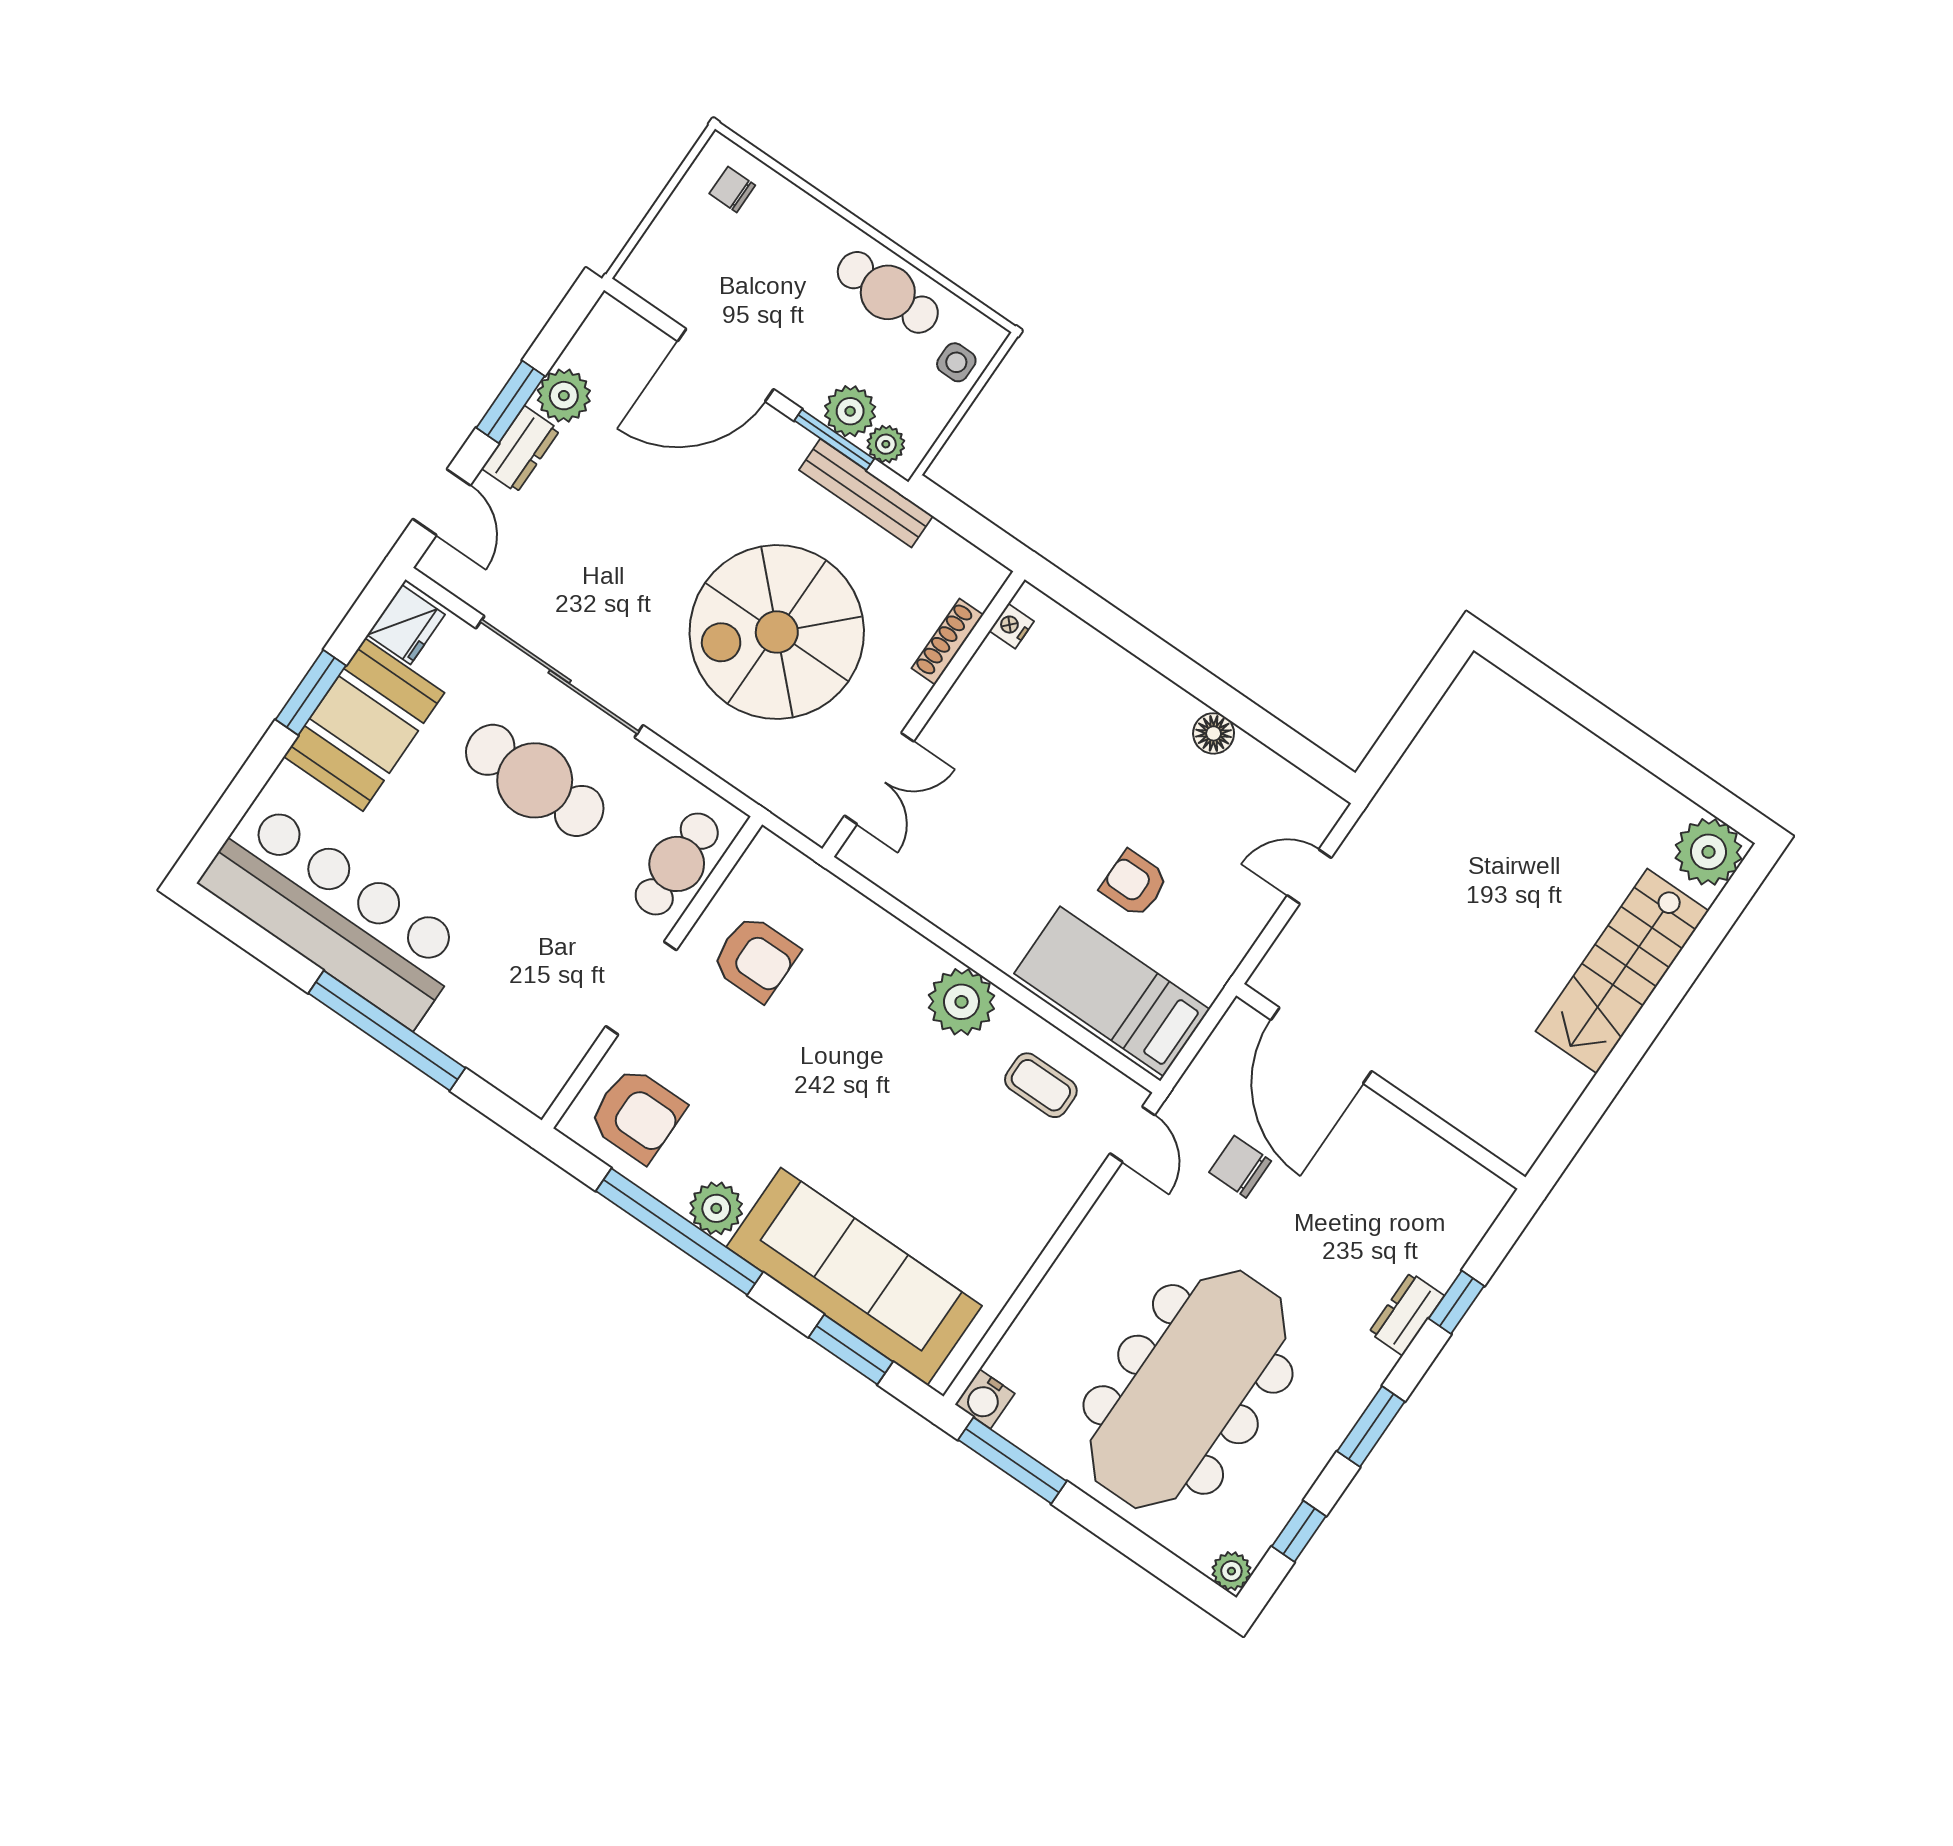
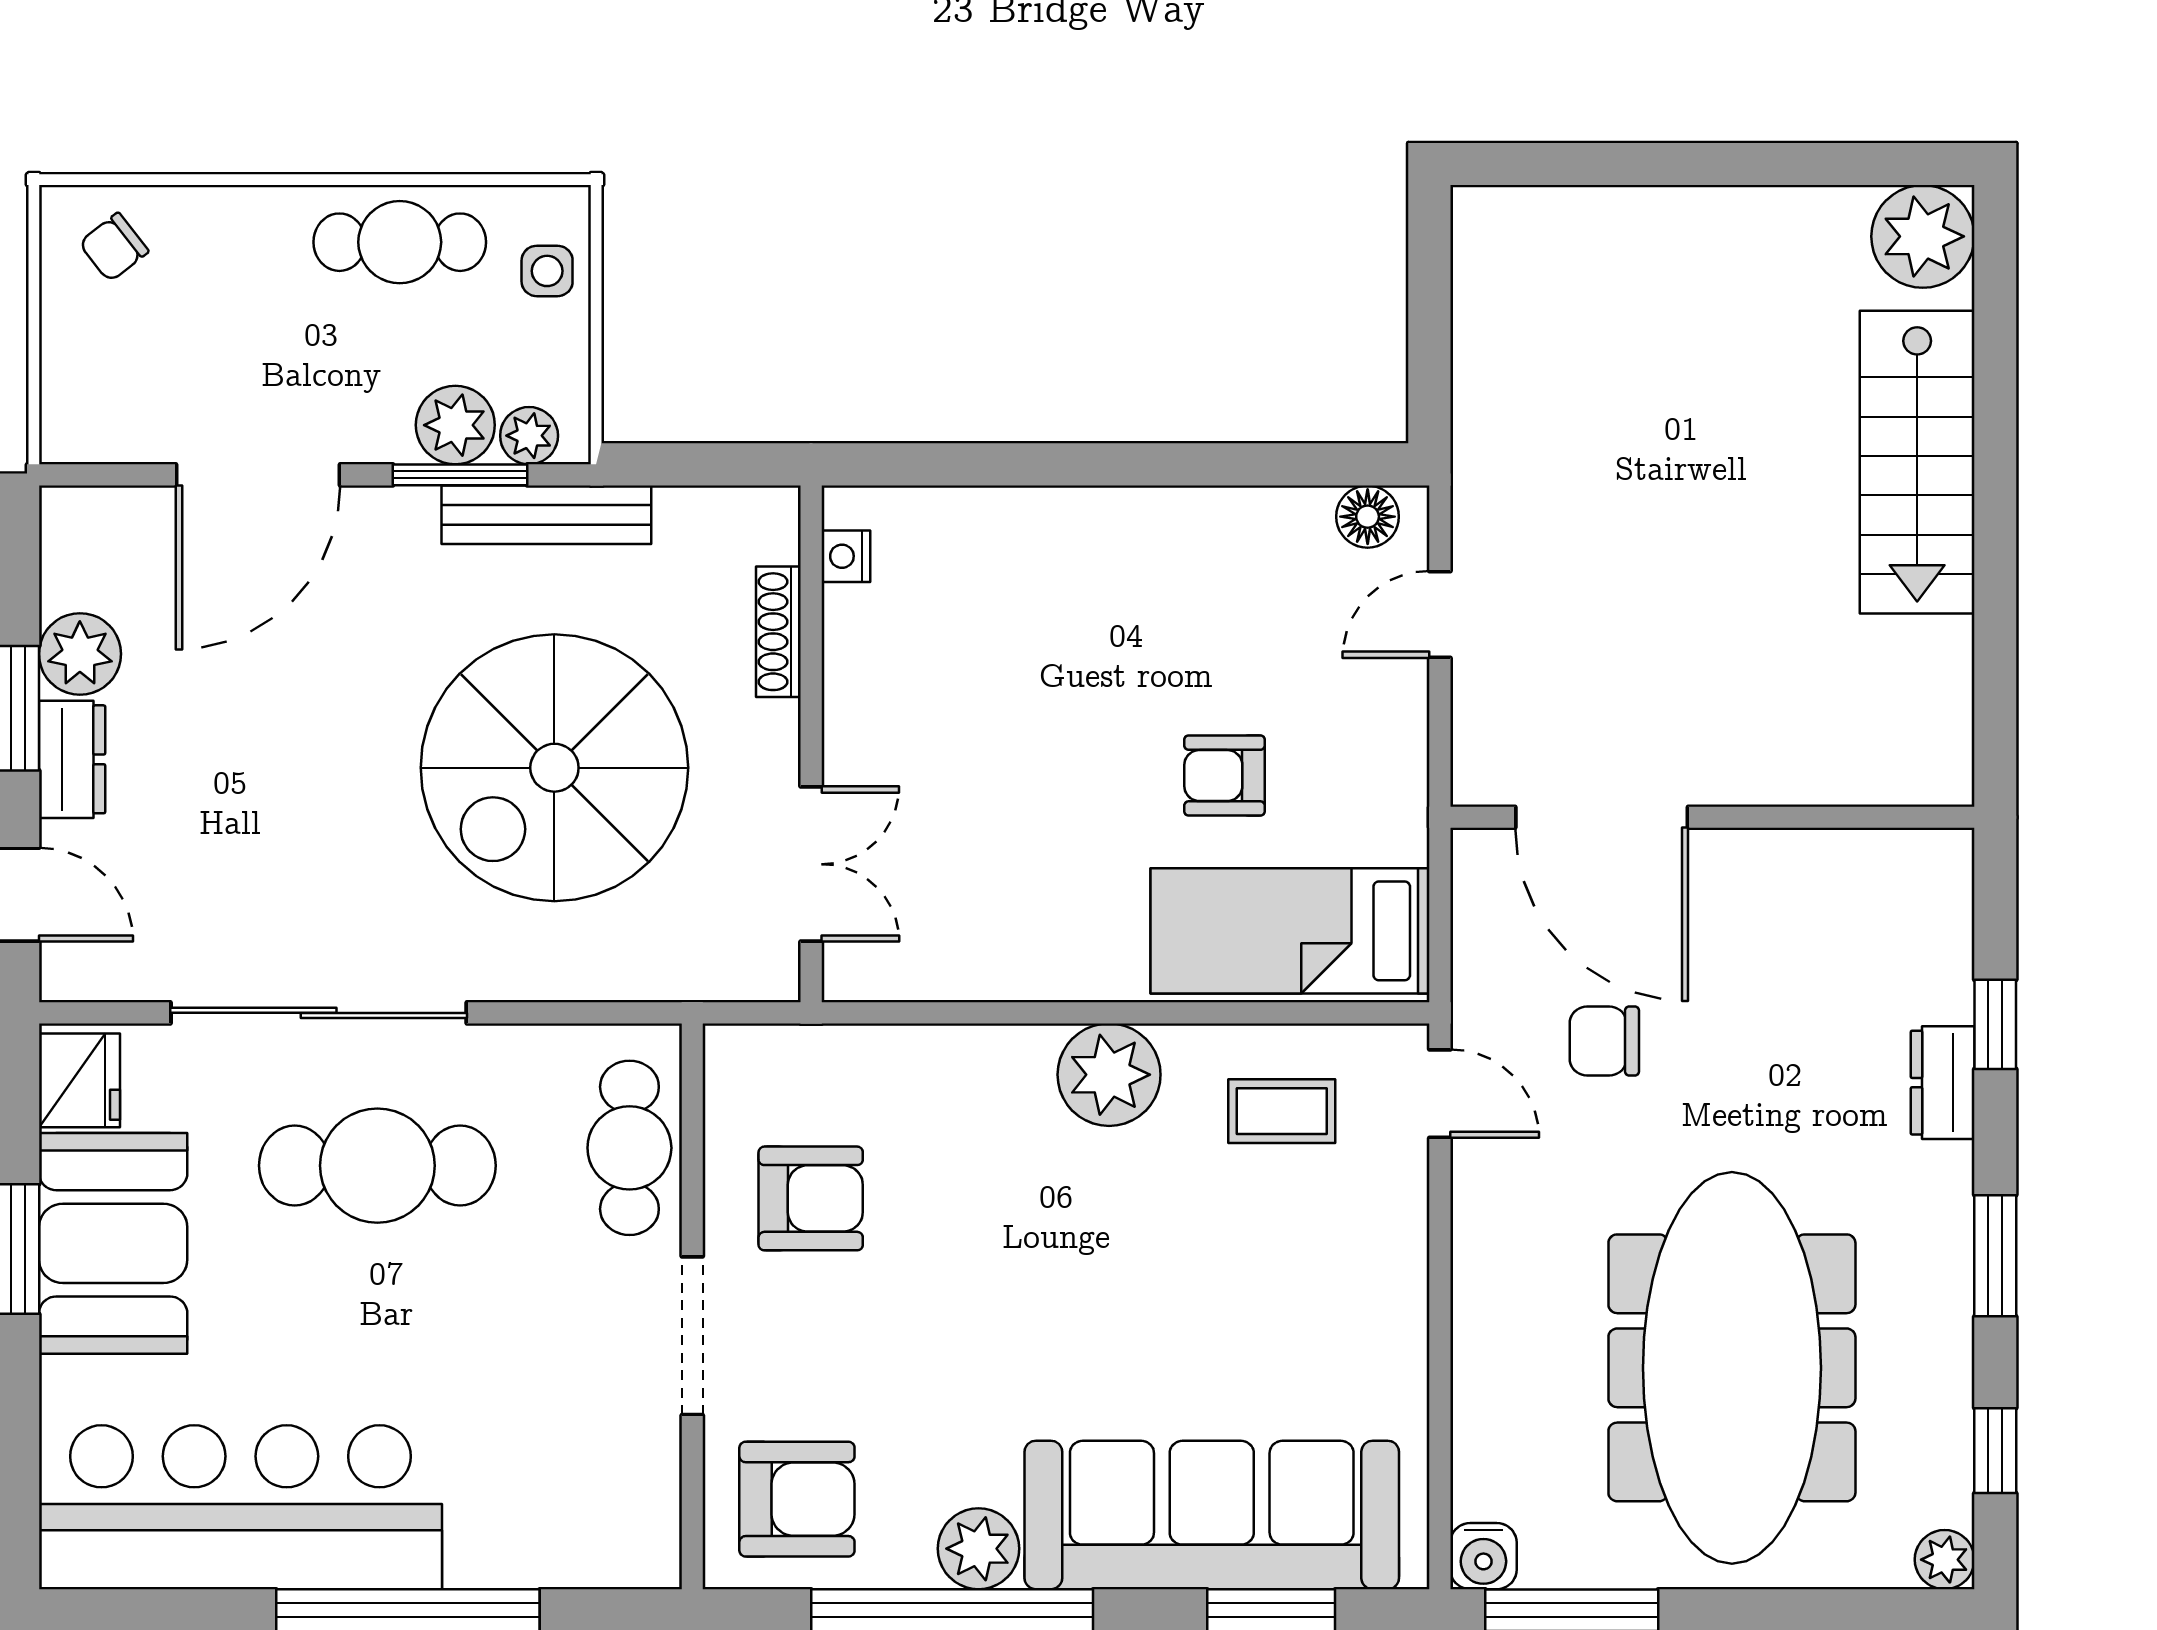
chair: (732, 189) -> (114, 247), turned -38
floor lamp: (1214, 733) -> (1368, 517), moved

